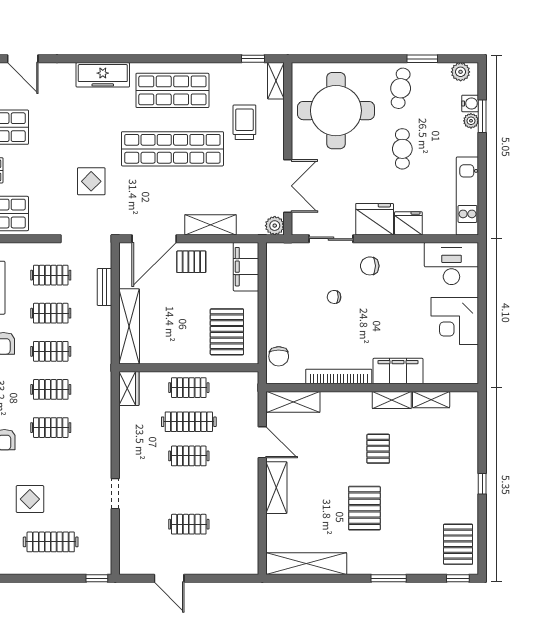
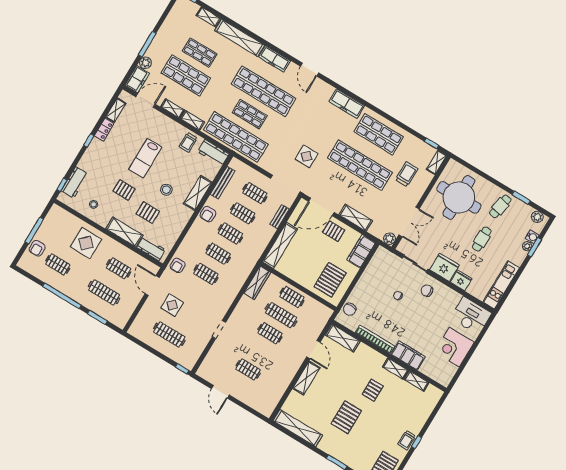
wardrobe: (129, 389) -> (257, 283), width x1.50
trolley: (467, 489) -> (407, 440), added

